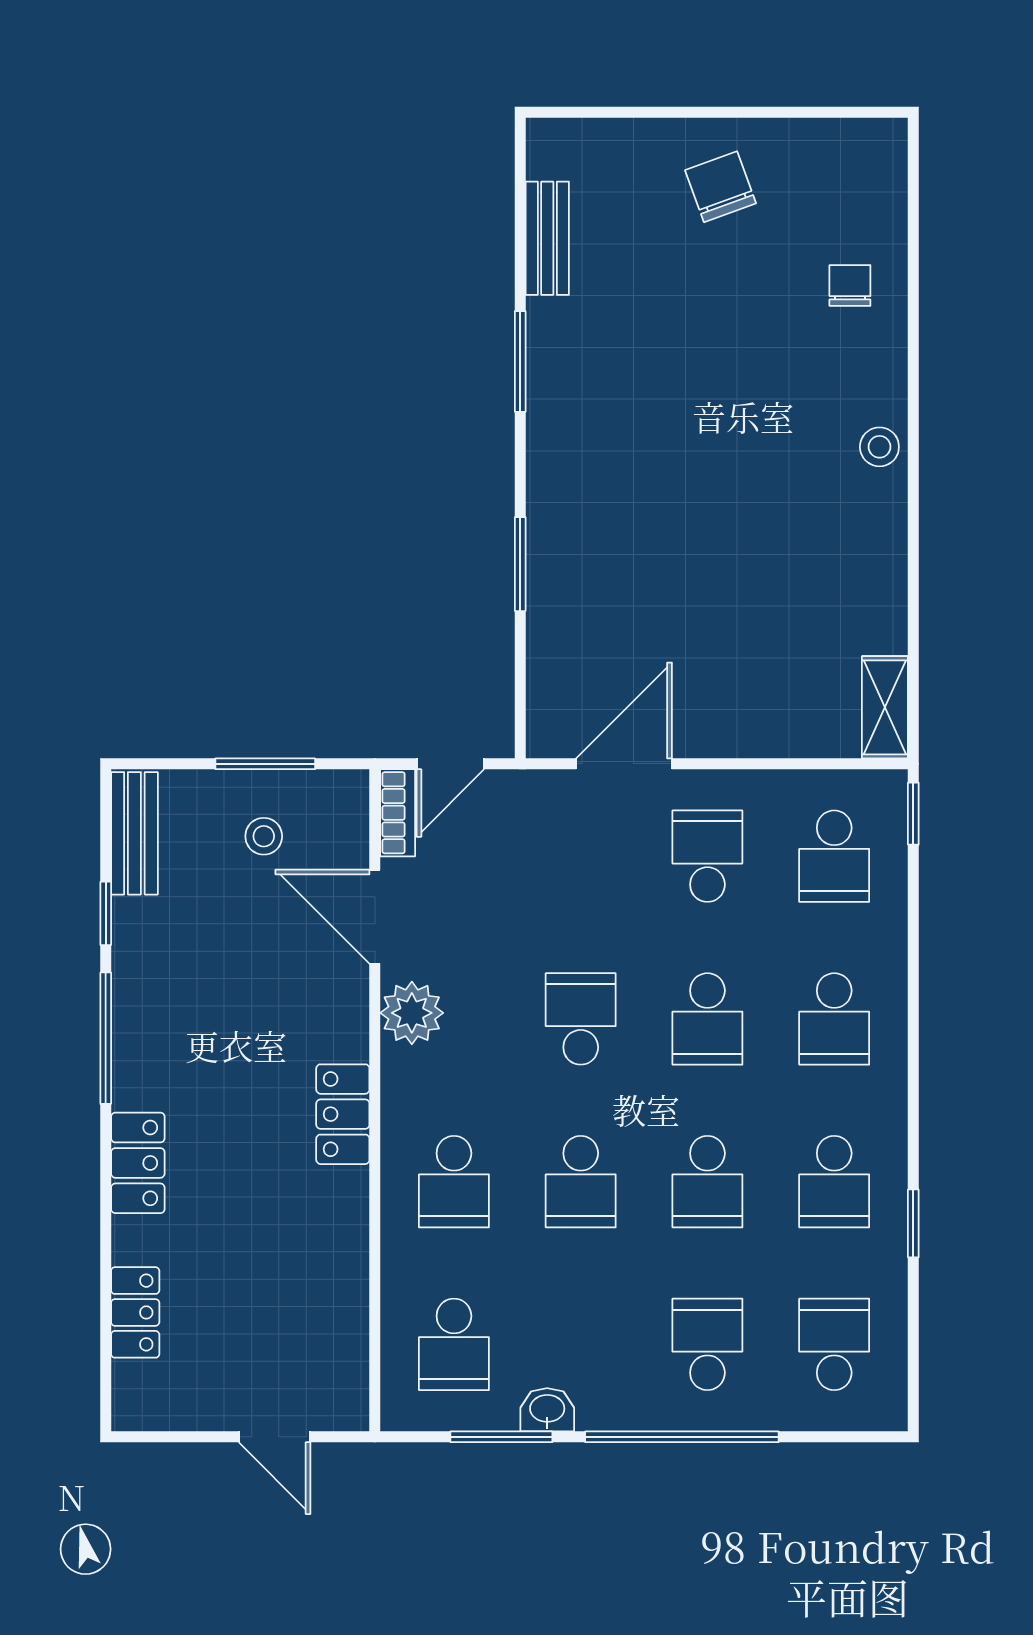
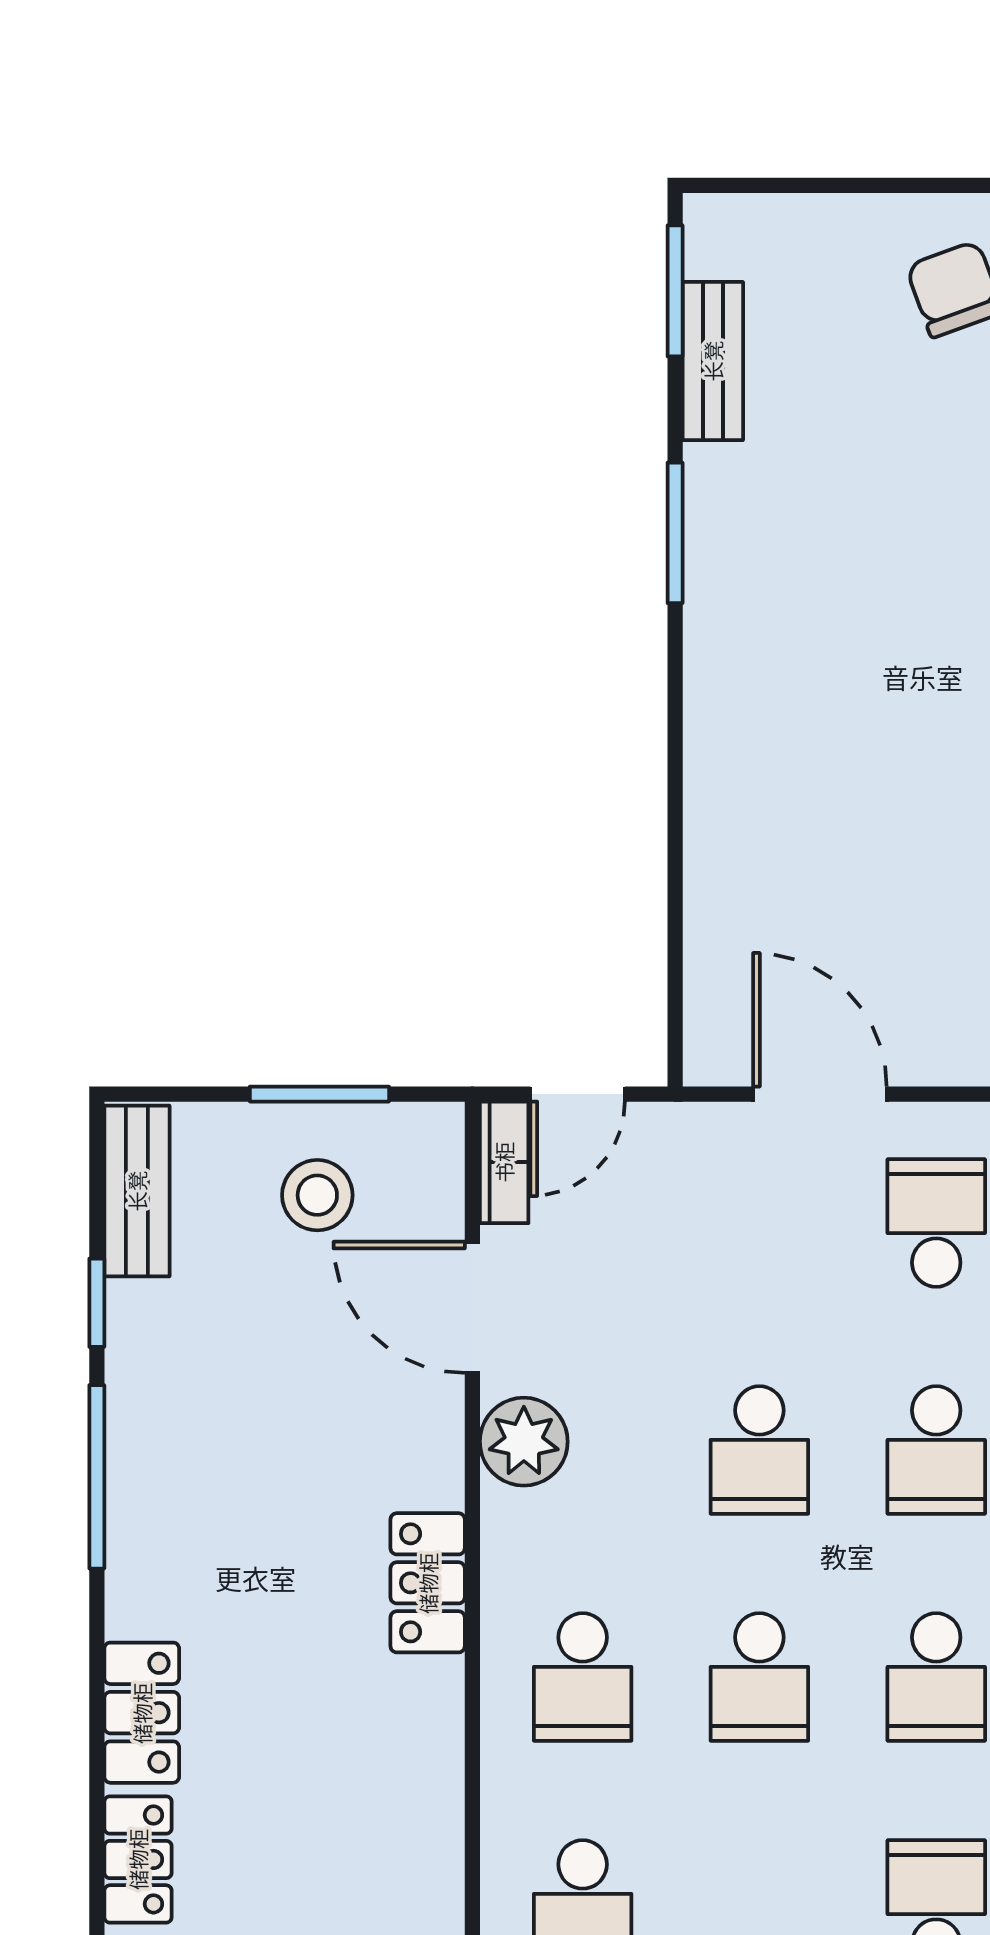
window: (520, 564) -> (675, 291), moved
door: (624, 764) -> (820, 1094), hinge flipped
stool: (264, 836) -> (317, 1195), width x1.37, depth x1.37
school desk: (581, 1019) -> (759, 1450), turned 180
locker: (138, 1163) -> (142, 1713), moved

